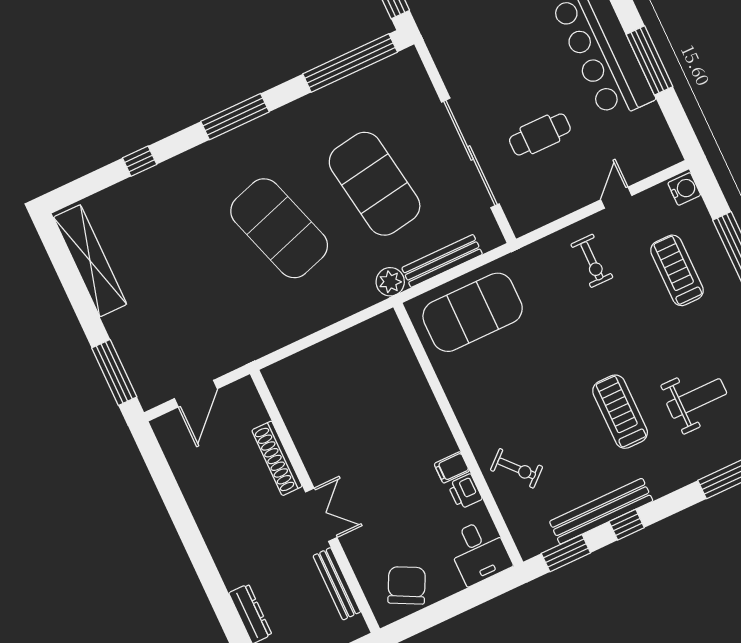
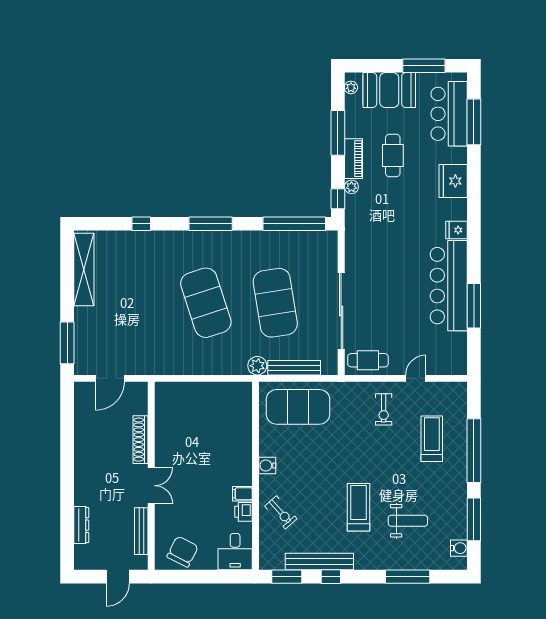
cafe table: (540, 134) -> (368, 360), moved
water cooler: (684, 189) -> (267, 465), moved, turned 180

